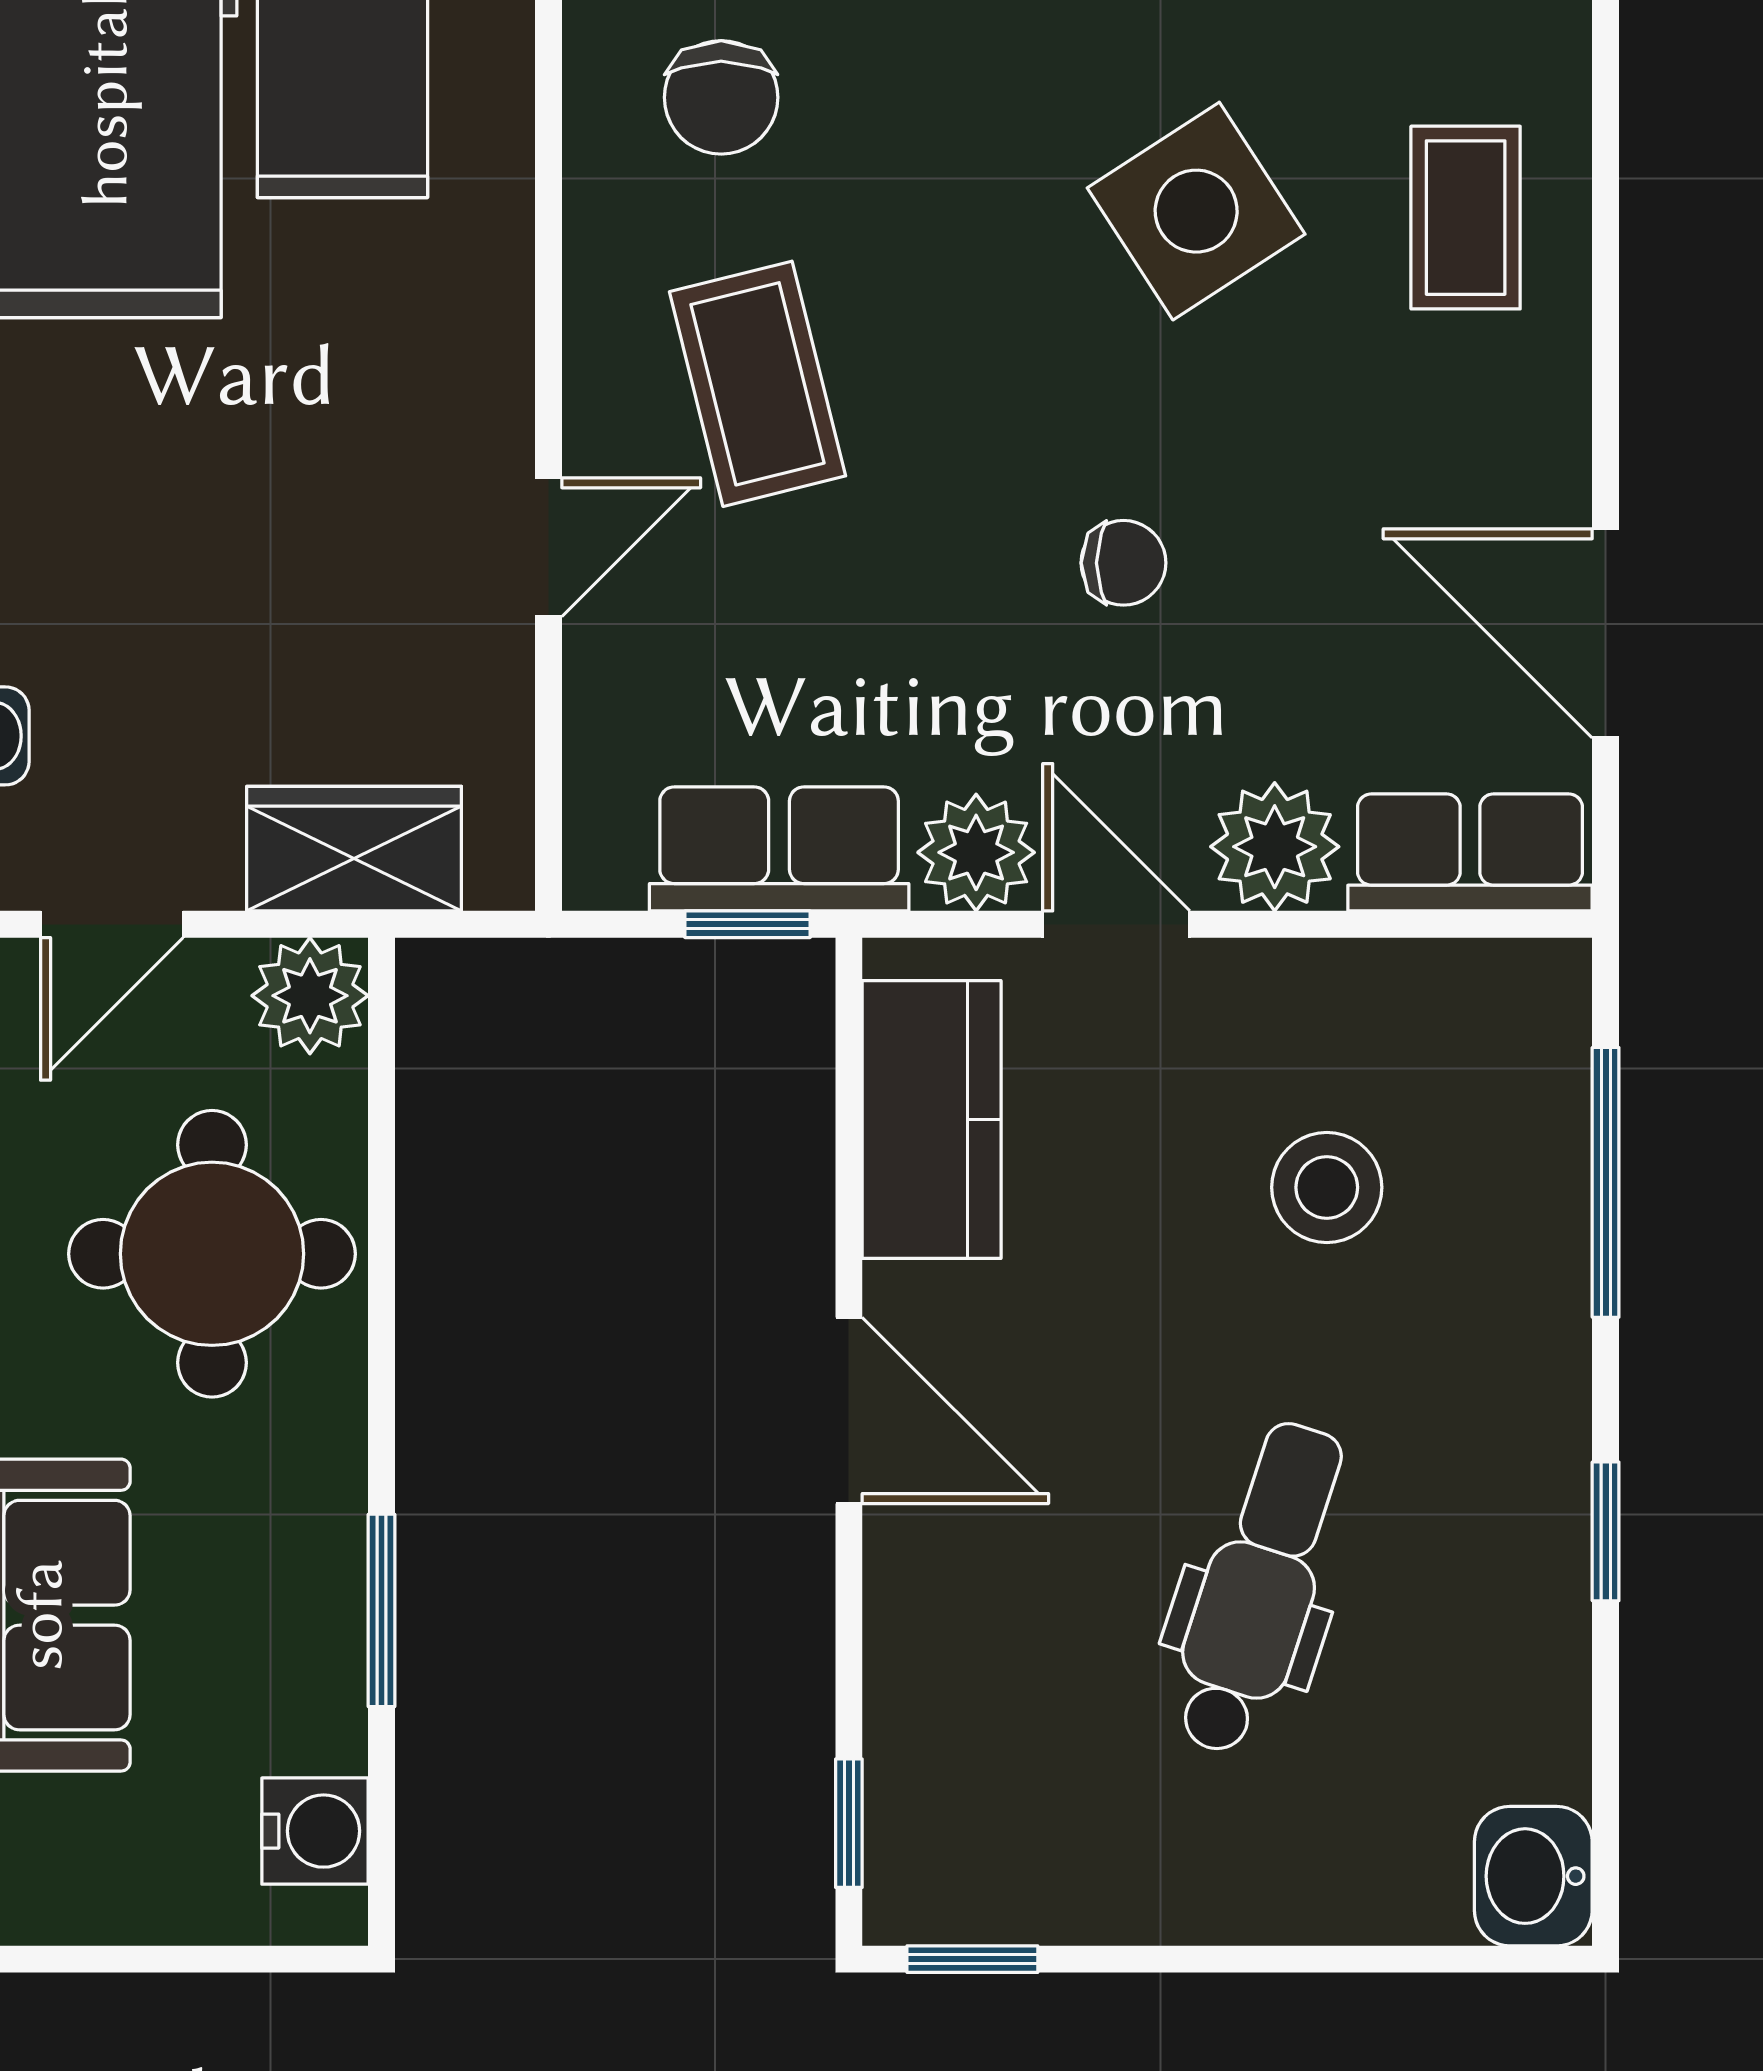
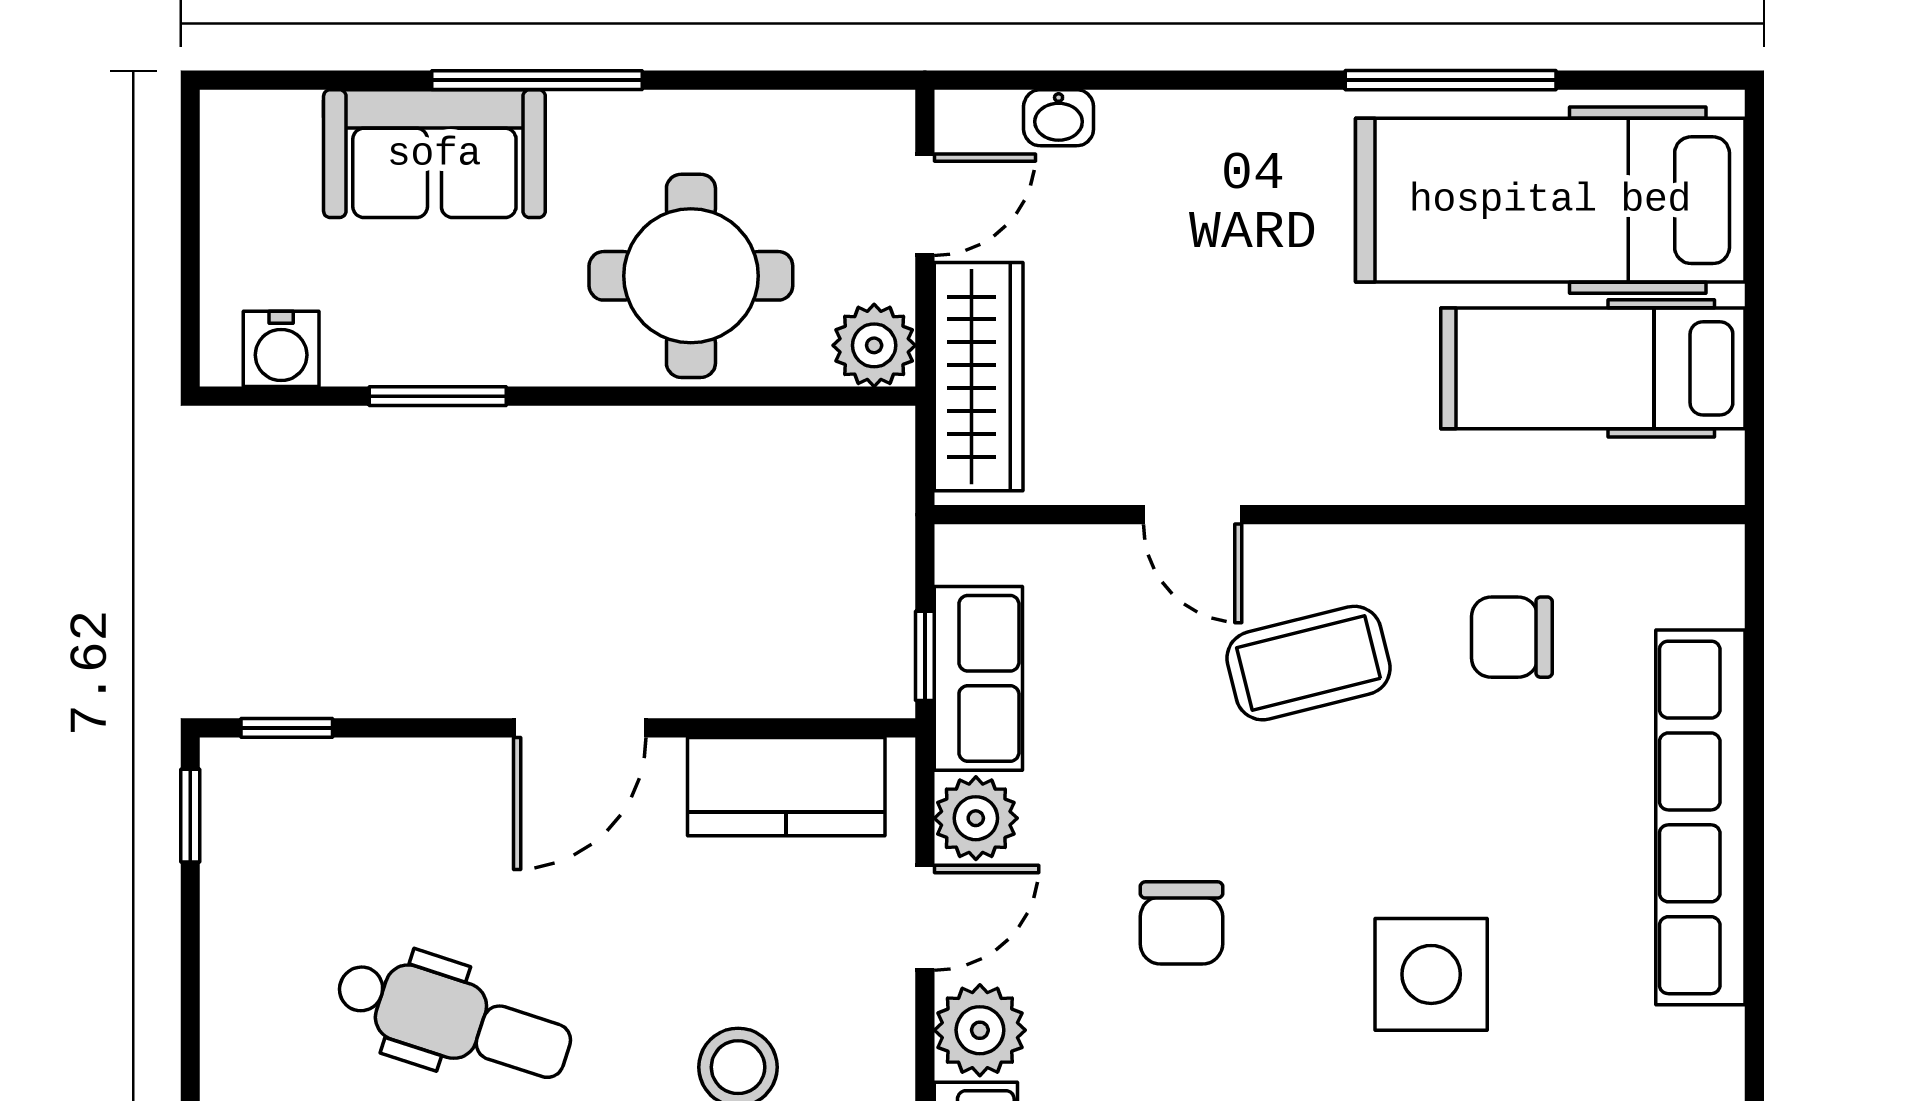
side table: (1196, 211) -> (1431, 974), turned 33
chair: (1123, 563) -> (1181, 923), width x1.37, depth x1.37
wardrobe: (354, 849) -> (979, 377), width x1.50
door: (112, 924) -> (925, 205), swing flipped

